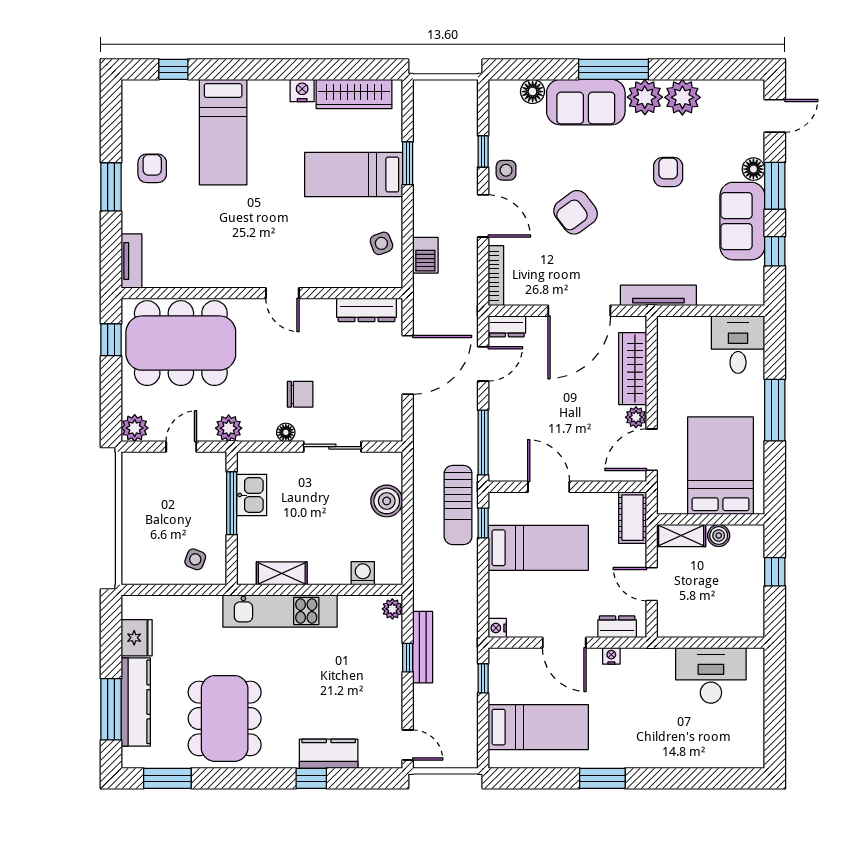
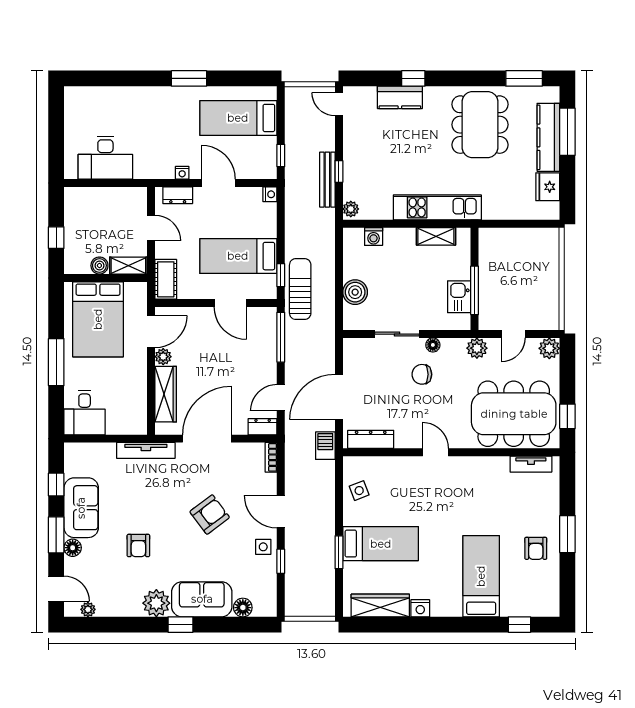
window: (613, 69) -> (180, 625), width x0.46
plant: (682, 97) -> (88, 609), moved, width x0.53, depth x0.53
door: (775, 116) -> (56, 589), swing flipped
barbecue: (425, 255) -> (325, 446), moved
tv unit: (131, 261) -> (531, 464), moved, turned -90
bookcase: (496, 276) -> (271, 457), width x0.64
side table: (195, 559) -> (503, 247), removed

